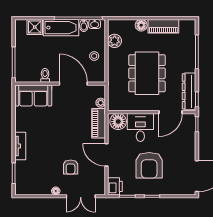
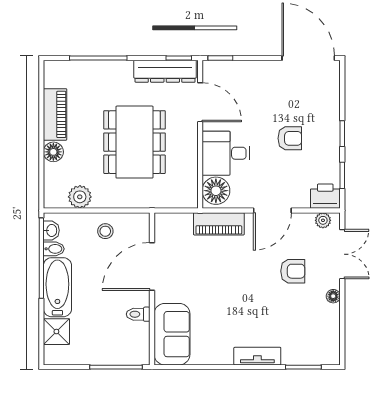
dining table: (147, 73) -> (134, 142), turned 90
plant: (101, 103) -> (323, 220), moved
armchair: (149, 165) -> (290, 138), width x0.53, depth x0.53

